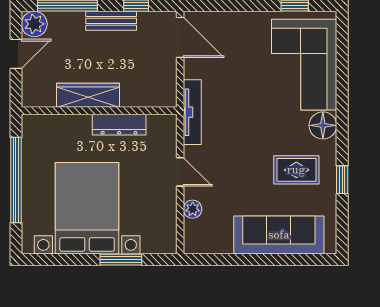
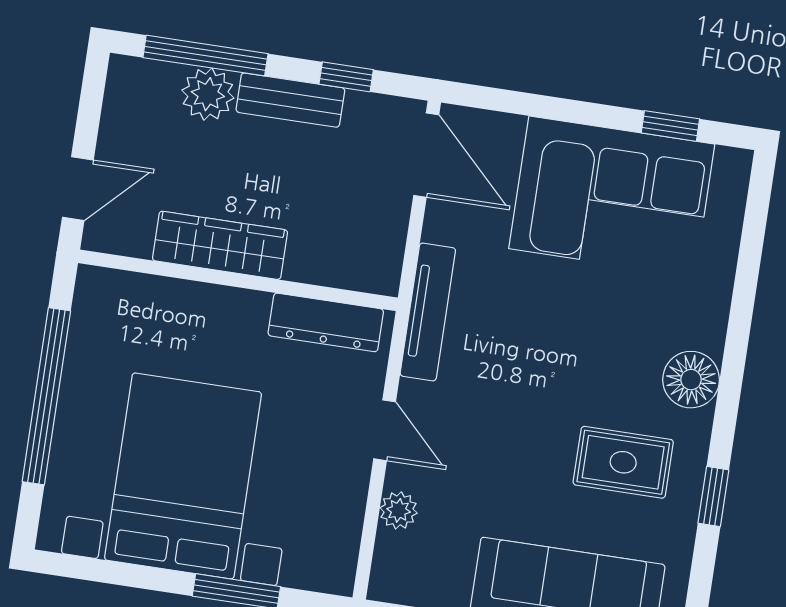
plant: (34, 24) -> (208, 94), moved
door: (16, 54) -> (78, 189), moved
corner sofa: (304, 65) -> (612, 196), moved, turned -90
dresser: (119, 125) -> (326, 322), moved

